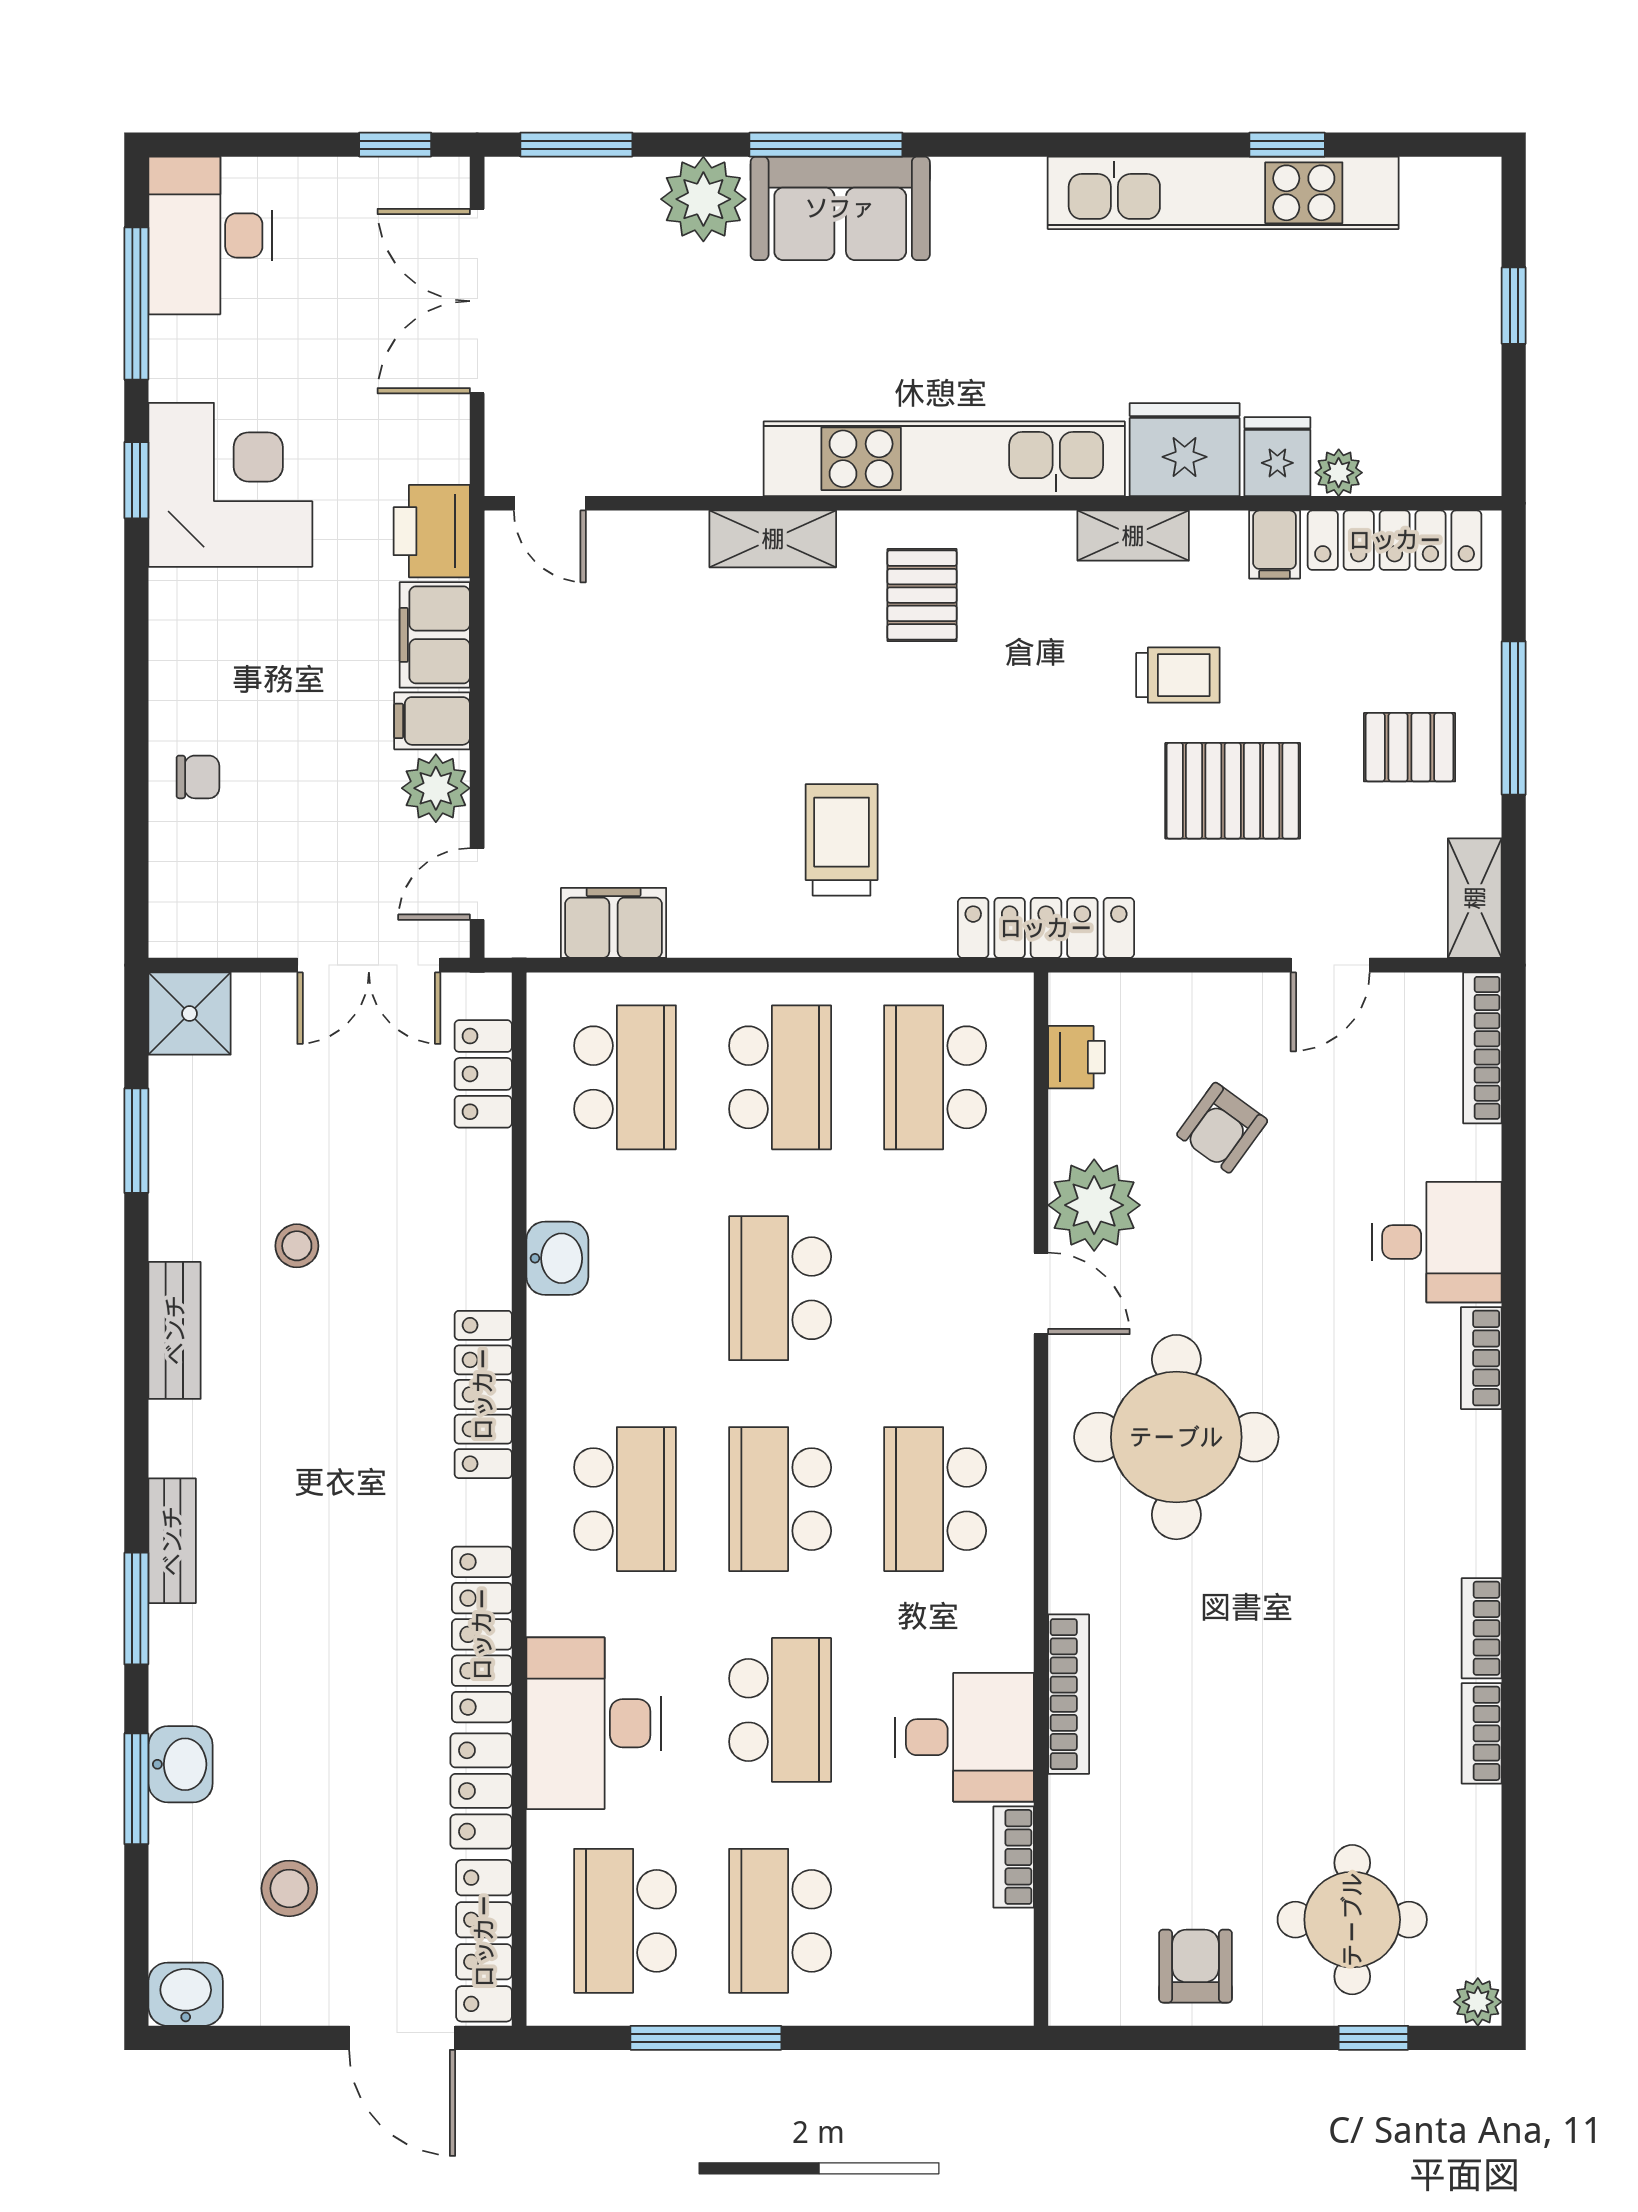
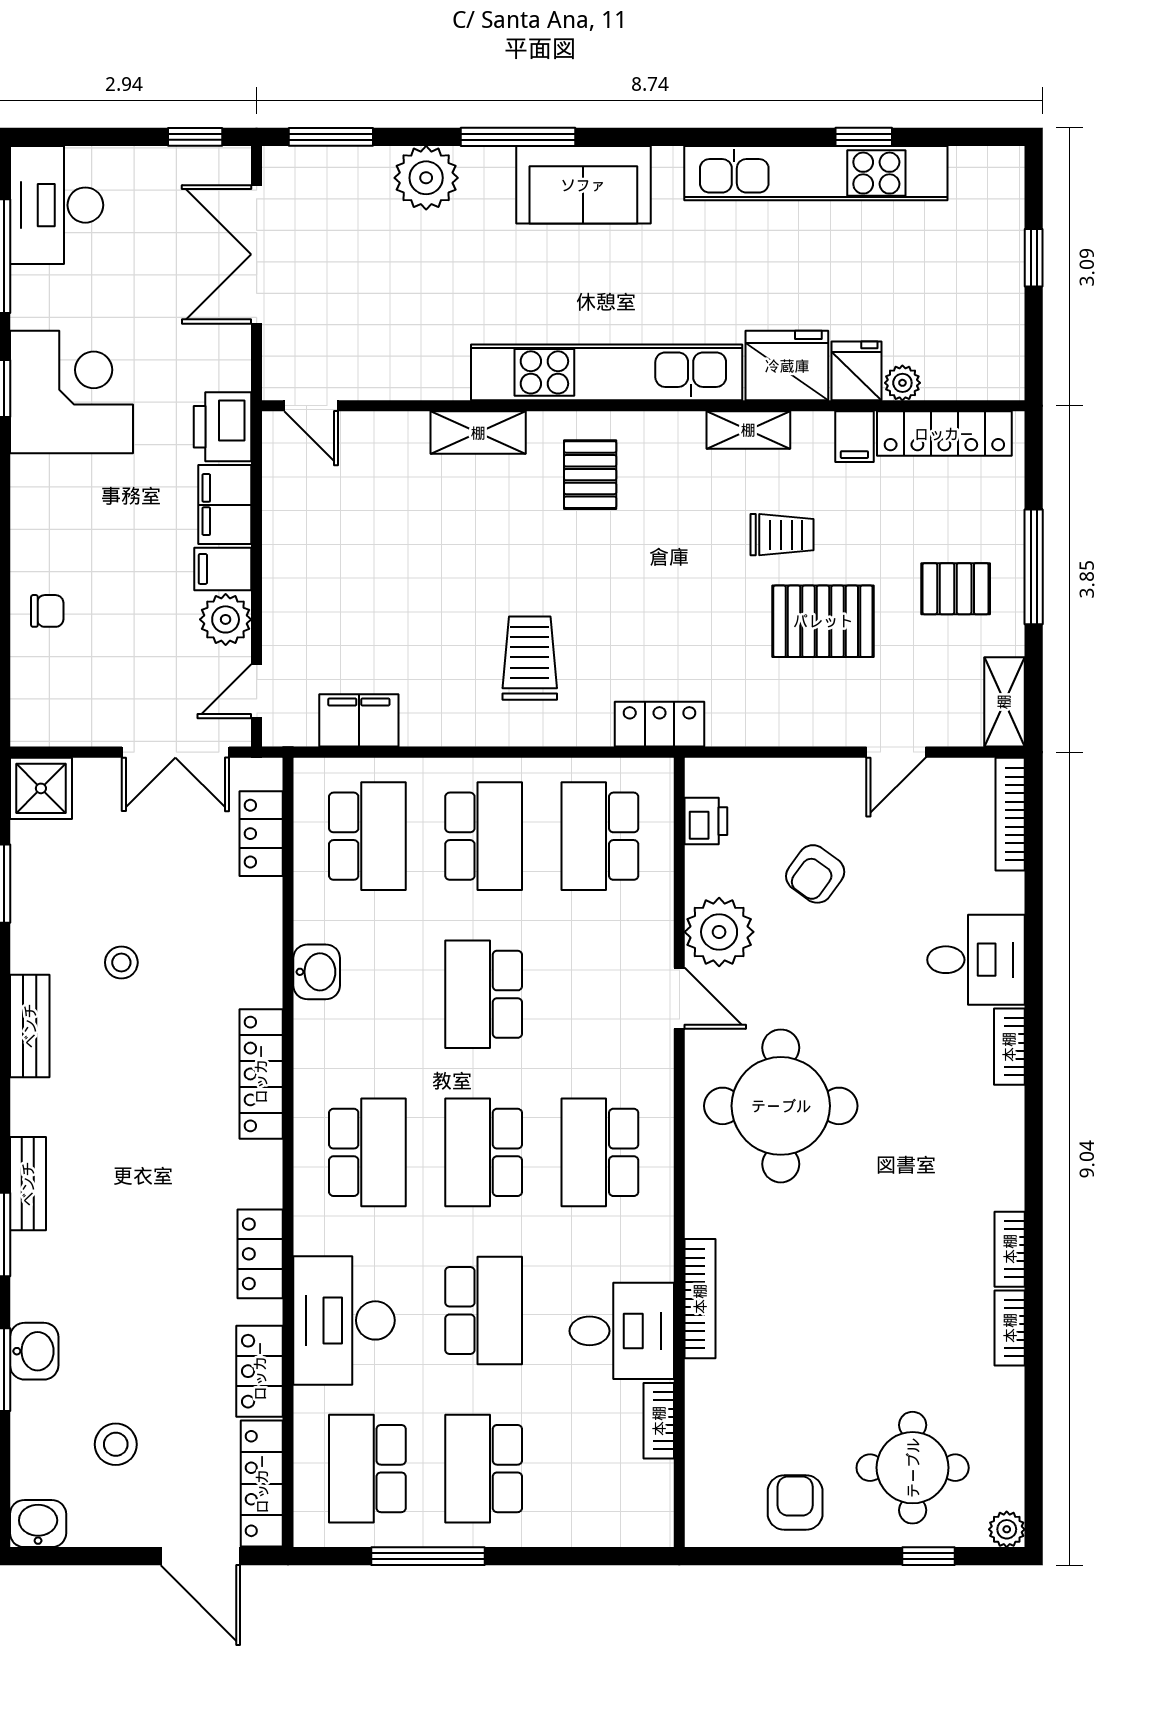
sofa: (840, 208) -> (583, 185), moved
locker: (1046, 928) -> (660, 724), width x0.66
locker: (482, 1634) -> (260, 1254), width x0.66

